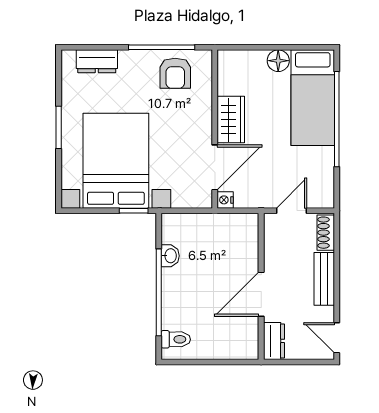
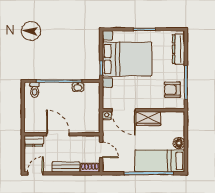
dresser: (97, 61) -> (179, 49), width x1.44

